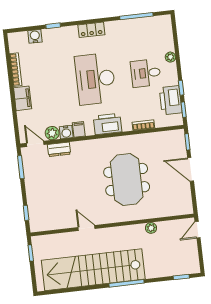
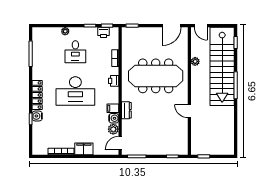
locker: (91, 30) -> (37, 95), width x1.53
water cooler: (35, 36) -> (37, 116), moved
printer: (171, 100) -> (104, 32), width x0.53, depth x0.68
printer: (108, 124) -> (114, 81), width x0.53, depth x0.68
dresser: (59, 149) -> (126, 110), moved
door: (191, 169) -> (172, 26), moved
meeting table: (127, 180) -> (156, 76), width x1.36
door: (87, 228) -> (189, 111), hinge flipped
stairs: (93, 270) -> (222, 66), moved

